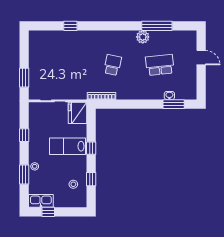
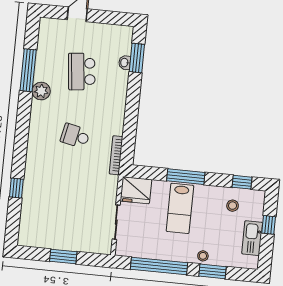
window: (24, 78) -> (63, 256), moved
window: (24, 135) -> (159, 266), width x3.17
window: (91, 148) -> (186, 177), width x2.17
window: (91, 179) -> (242, 182), moved
kitchen sink: (41, 201) -> (252, 238), moved
window: (48, 212) -> (269, 225), moved

